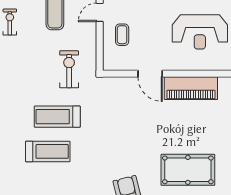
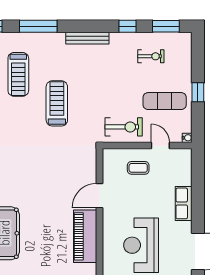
exercise bike: (69, 69) -> (124, 127), moved
treadmill: (48, 151) -> (18, 74), moved

